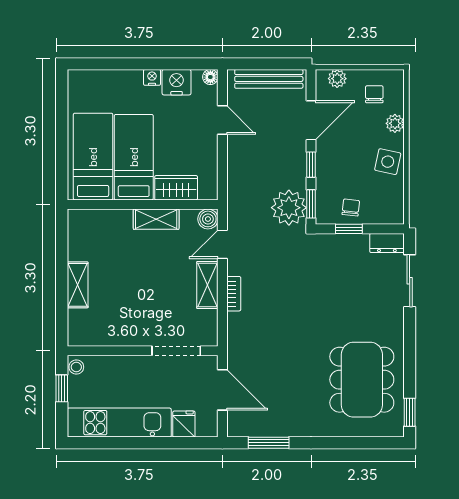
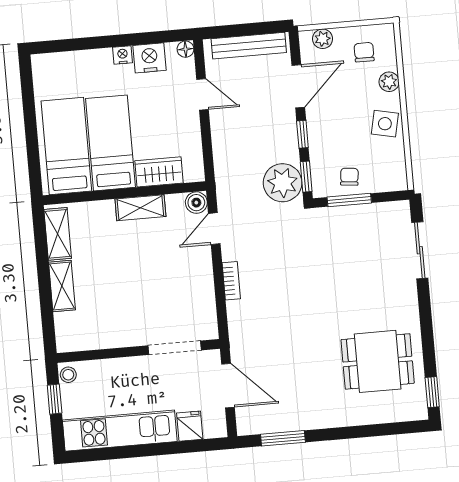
window: (349, 229) -> (349, 200), width x1.50
dresser: (387, 243) -> (392, 212), removed
shelving: (207, 285) -> (58, 234), moved
dining table: (362, 380) -> (378, 361), width x0.73

